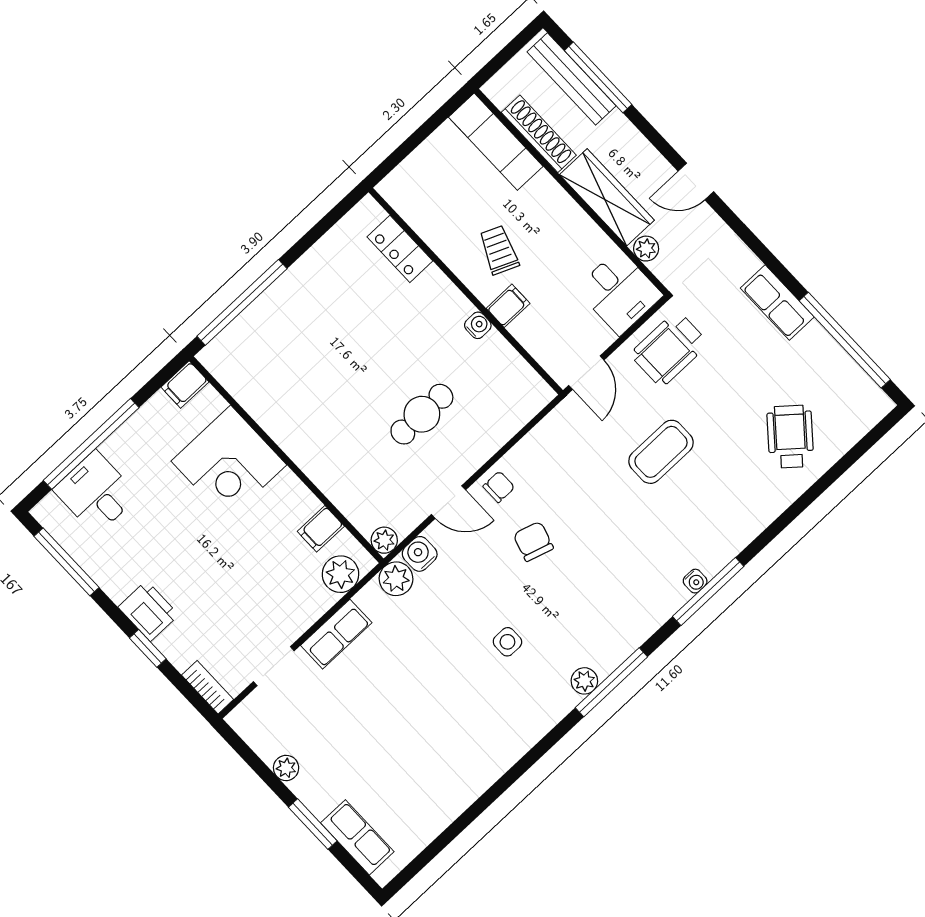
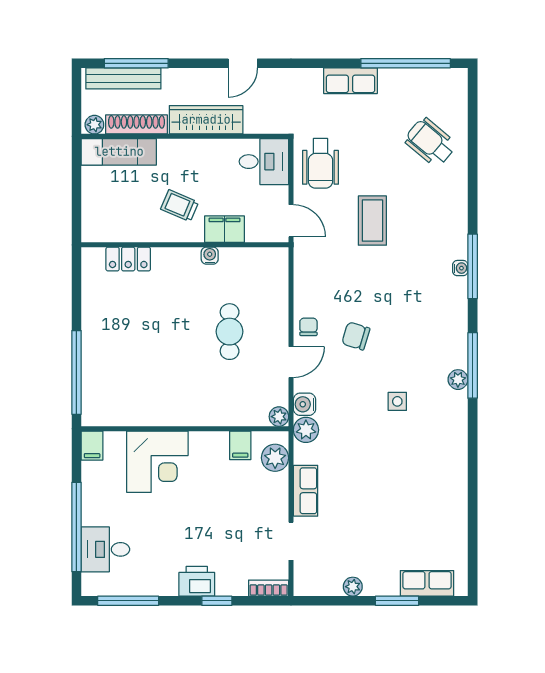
plant: (646, 249) -> (94, 125), moved
filing cabinet: (508, 306) -> (224, 229), width x2.00

